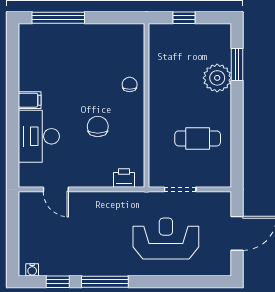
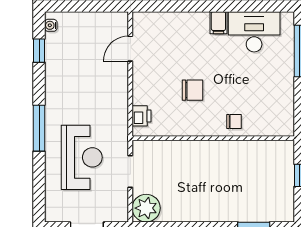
plant: (217, 78) -> (146, 208), moved
desk: (39, 136) -> (254, 32), moved
cafe table: (198, 138) -> (181, 189), removed
window: (105, 282) -> (39, 128), moved

